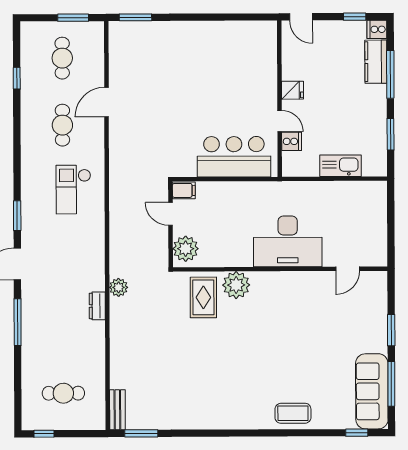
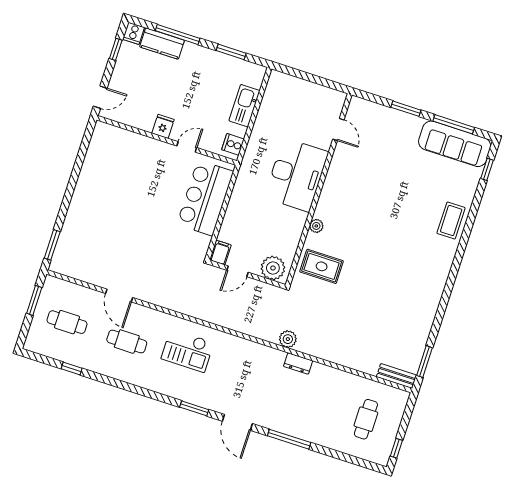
cooker: (292, 141) -> (233, 144), moved, turned -90
plant: (236, 285) -> (316, 226), width x0.53, depth x0.53

